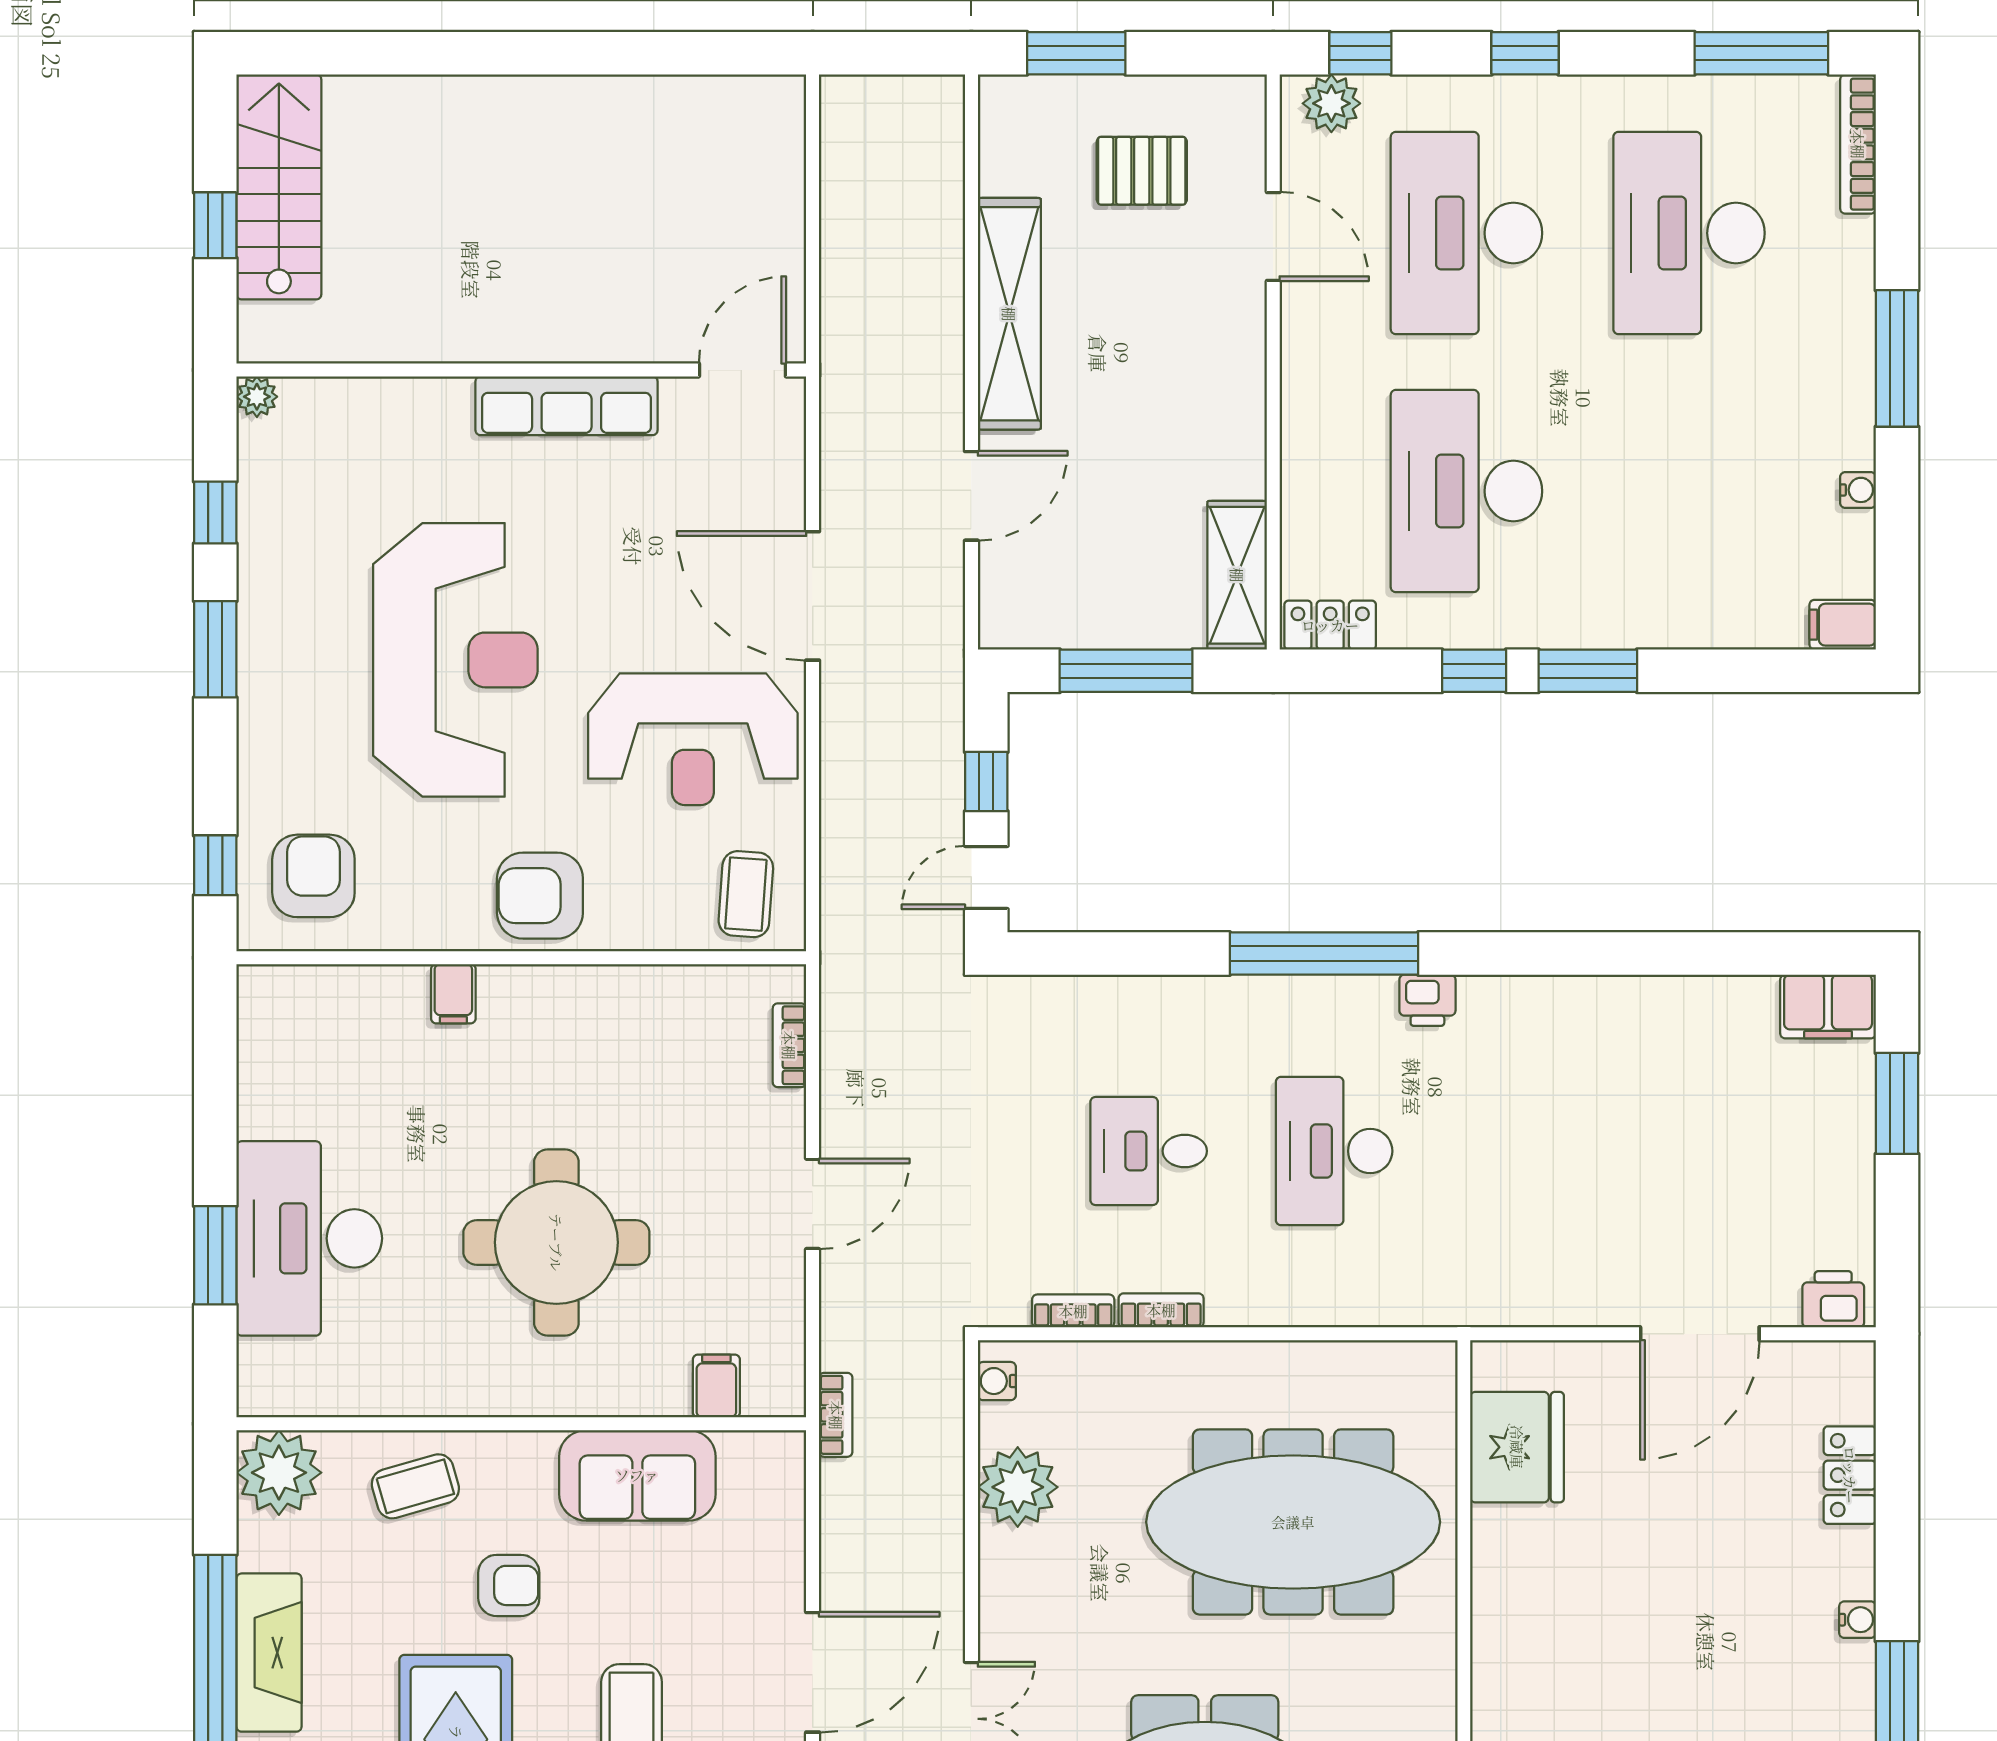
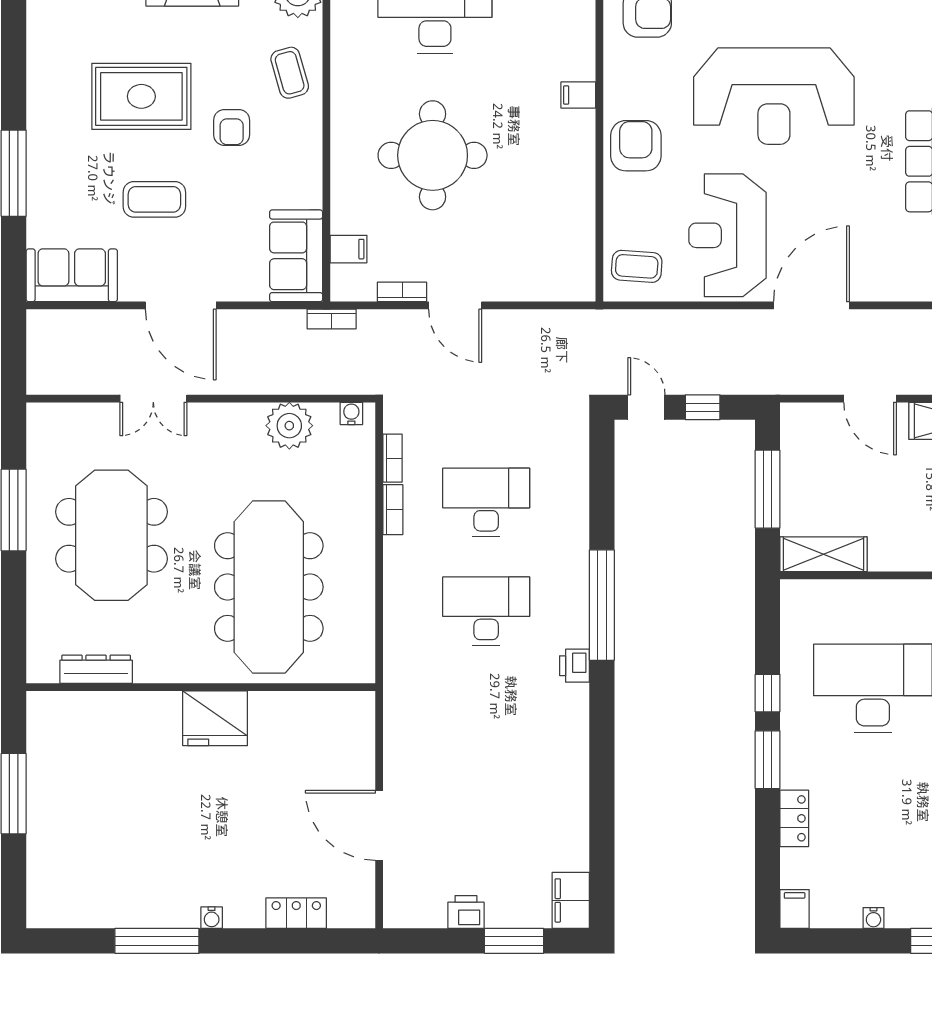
locker: (1330, 625) -> (794, 818), moved
bookcase: (789, 1045) -> (402, 292), moved
desk: (1149, 1151) -> (486, 502), width x1.37
printer: (1833, 1299) -> (466, 912), moved, turned -90
fridge: (1517, 1447) -> (215, 718), moved
sofa: (637, 1475) -> (296, 256), moved

